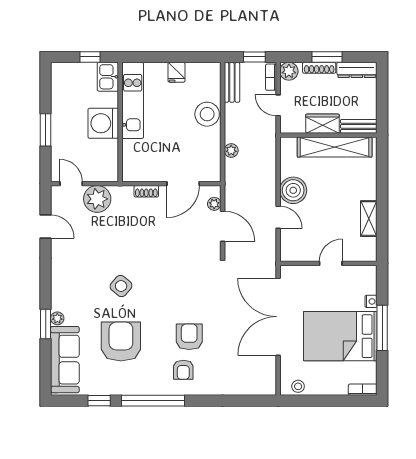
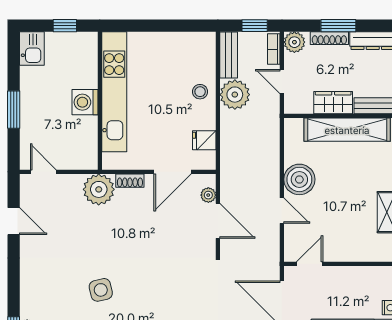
fridge: (176, 72) -> (204, 140), moved, turned 90
kitchen sink: (108, 77) -> (32, 48), moved, turned 180
kitchen unit: (133, 100) -> (114, 92), width x1.36
stool: (207, 114) -> (200, 92), width x0.53, depth x0.53
washing machine: (103, 123) -> (85, 102), width x0.73, depth x0.73
plant: (231, 150) -> (235, 95), moved, width x1.88, depth x1.88
plant: (97, 199) -> (99, 189), moved
door: (331, 263) -> (310, 264), moved
side table: (121, 286) -> (101, 290), turned 37

